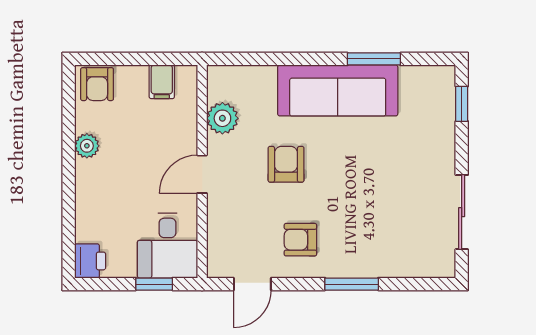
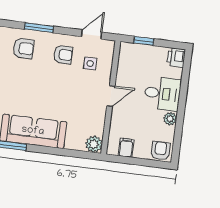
plant: (222, 118) -> (94, 144), moved
armchair: (286, 164) -> (23, 48), moved, turned -90
side table: (248, 230) -> (90, 63), added
desk: (167, 246) -> (162, 94), moved, turned 90

